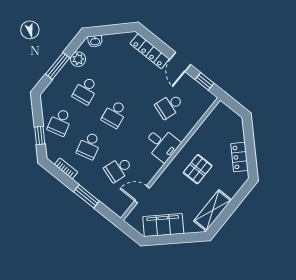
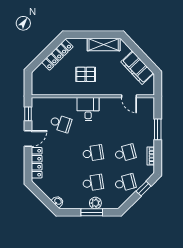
plant: (78, 59) -> (95, 203), moved
locker: (239, 157) -> (57, 55), width x1.53
school desk: (118, 169) -> (125, 123), removed

